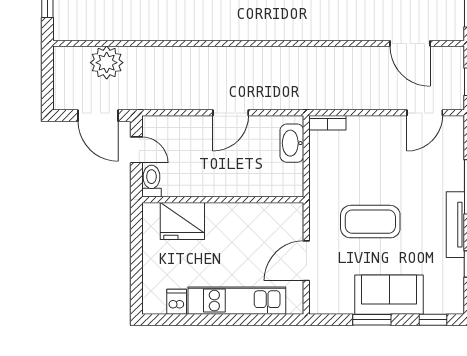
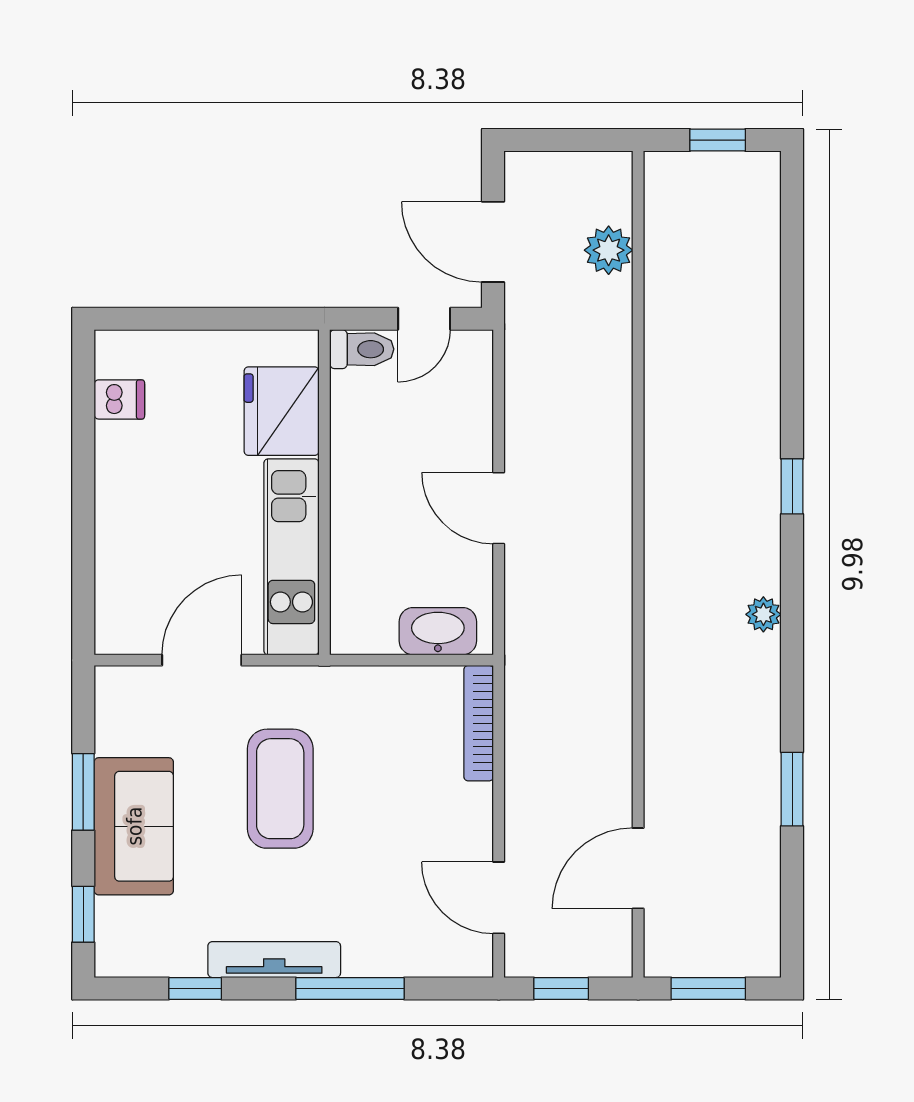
plant: (107, 63) -> (609, 250), width x0.73, depth x0.73
door: (98, 116) -> (493, 242), hinge flipped
bookcase: (327, 123) -> (479, 723), width x1.56
door: (306, 261) -> (202, 660), hinge flipped
kitchen unit: (237, 301) -> (291, 557), moved, turned 180

